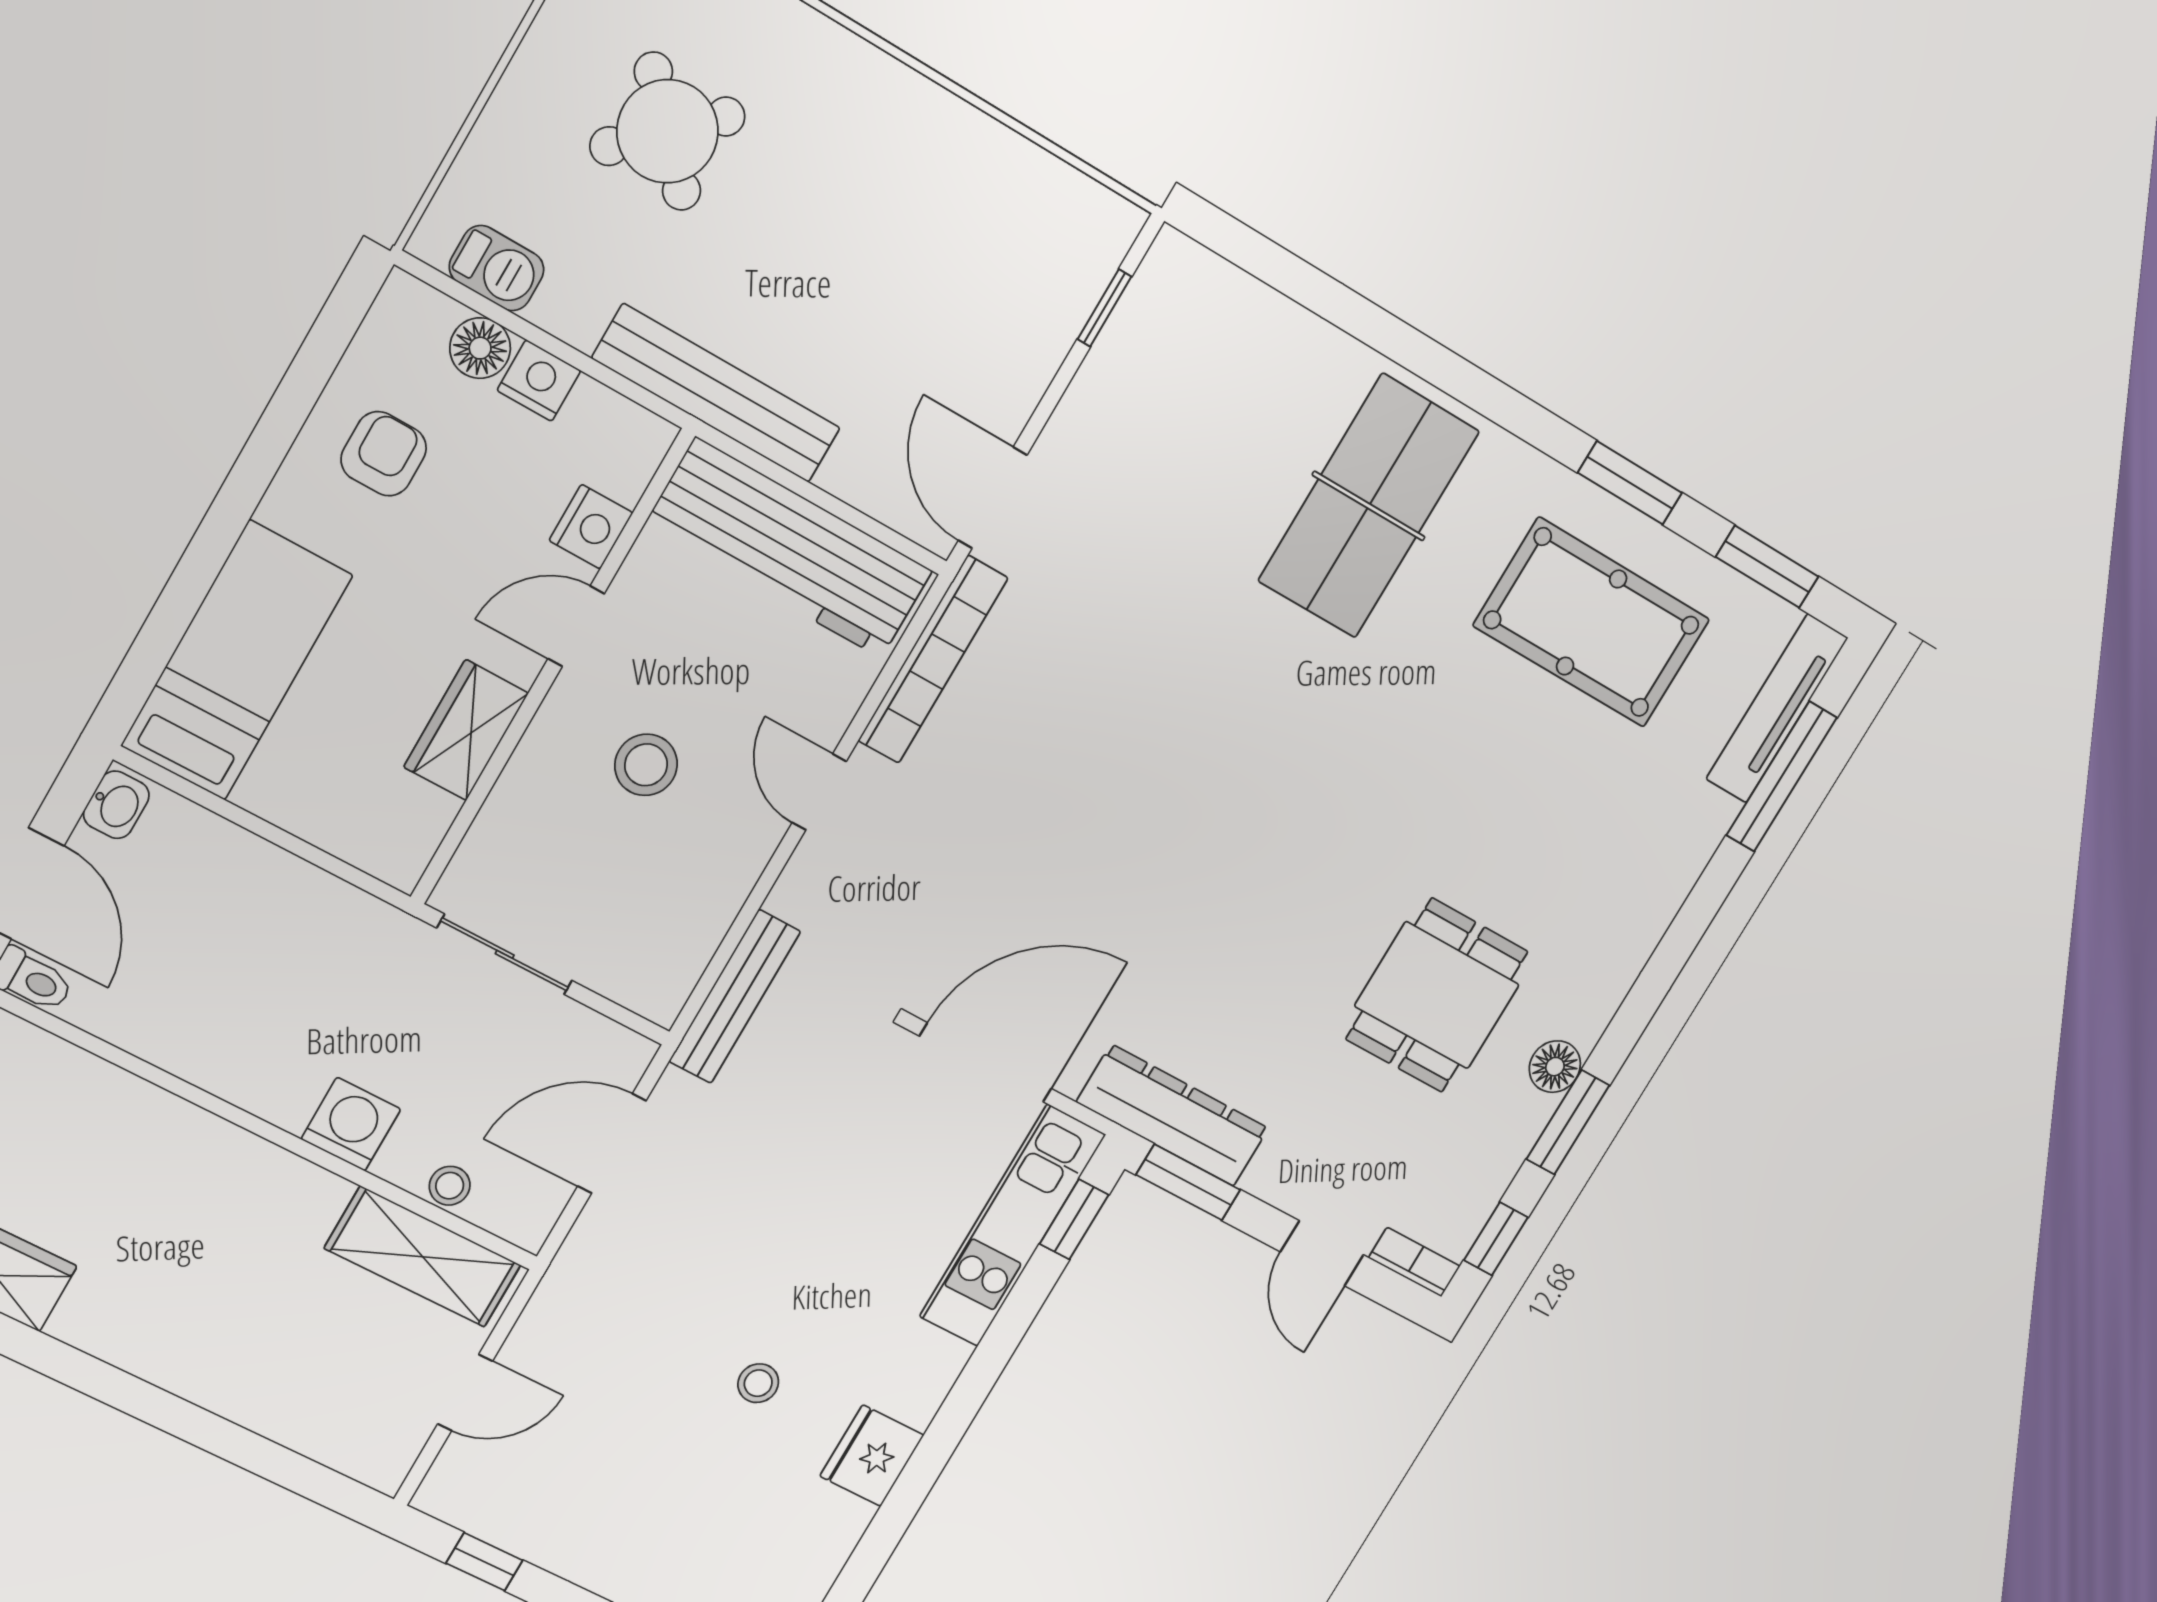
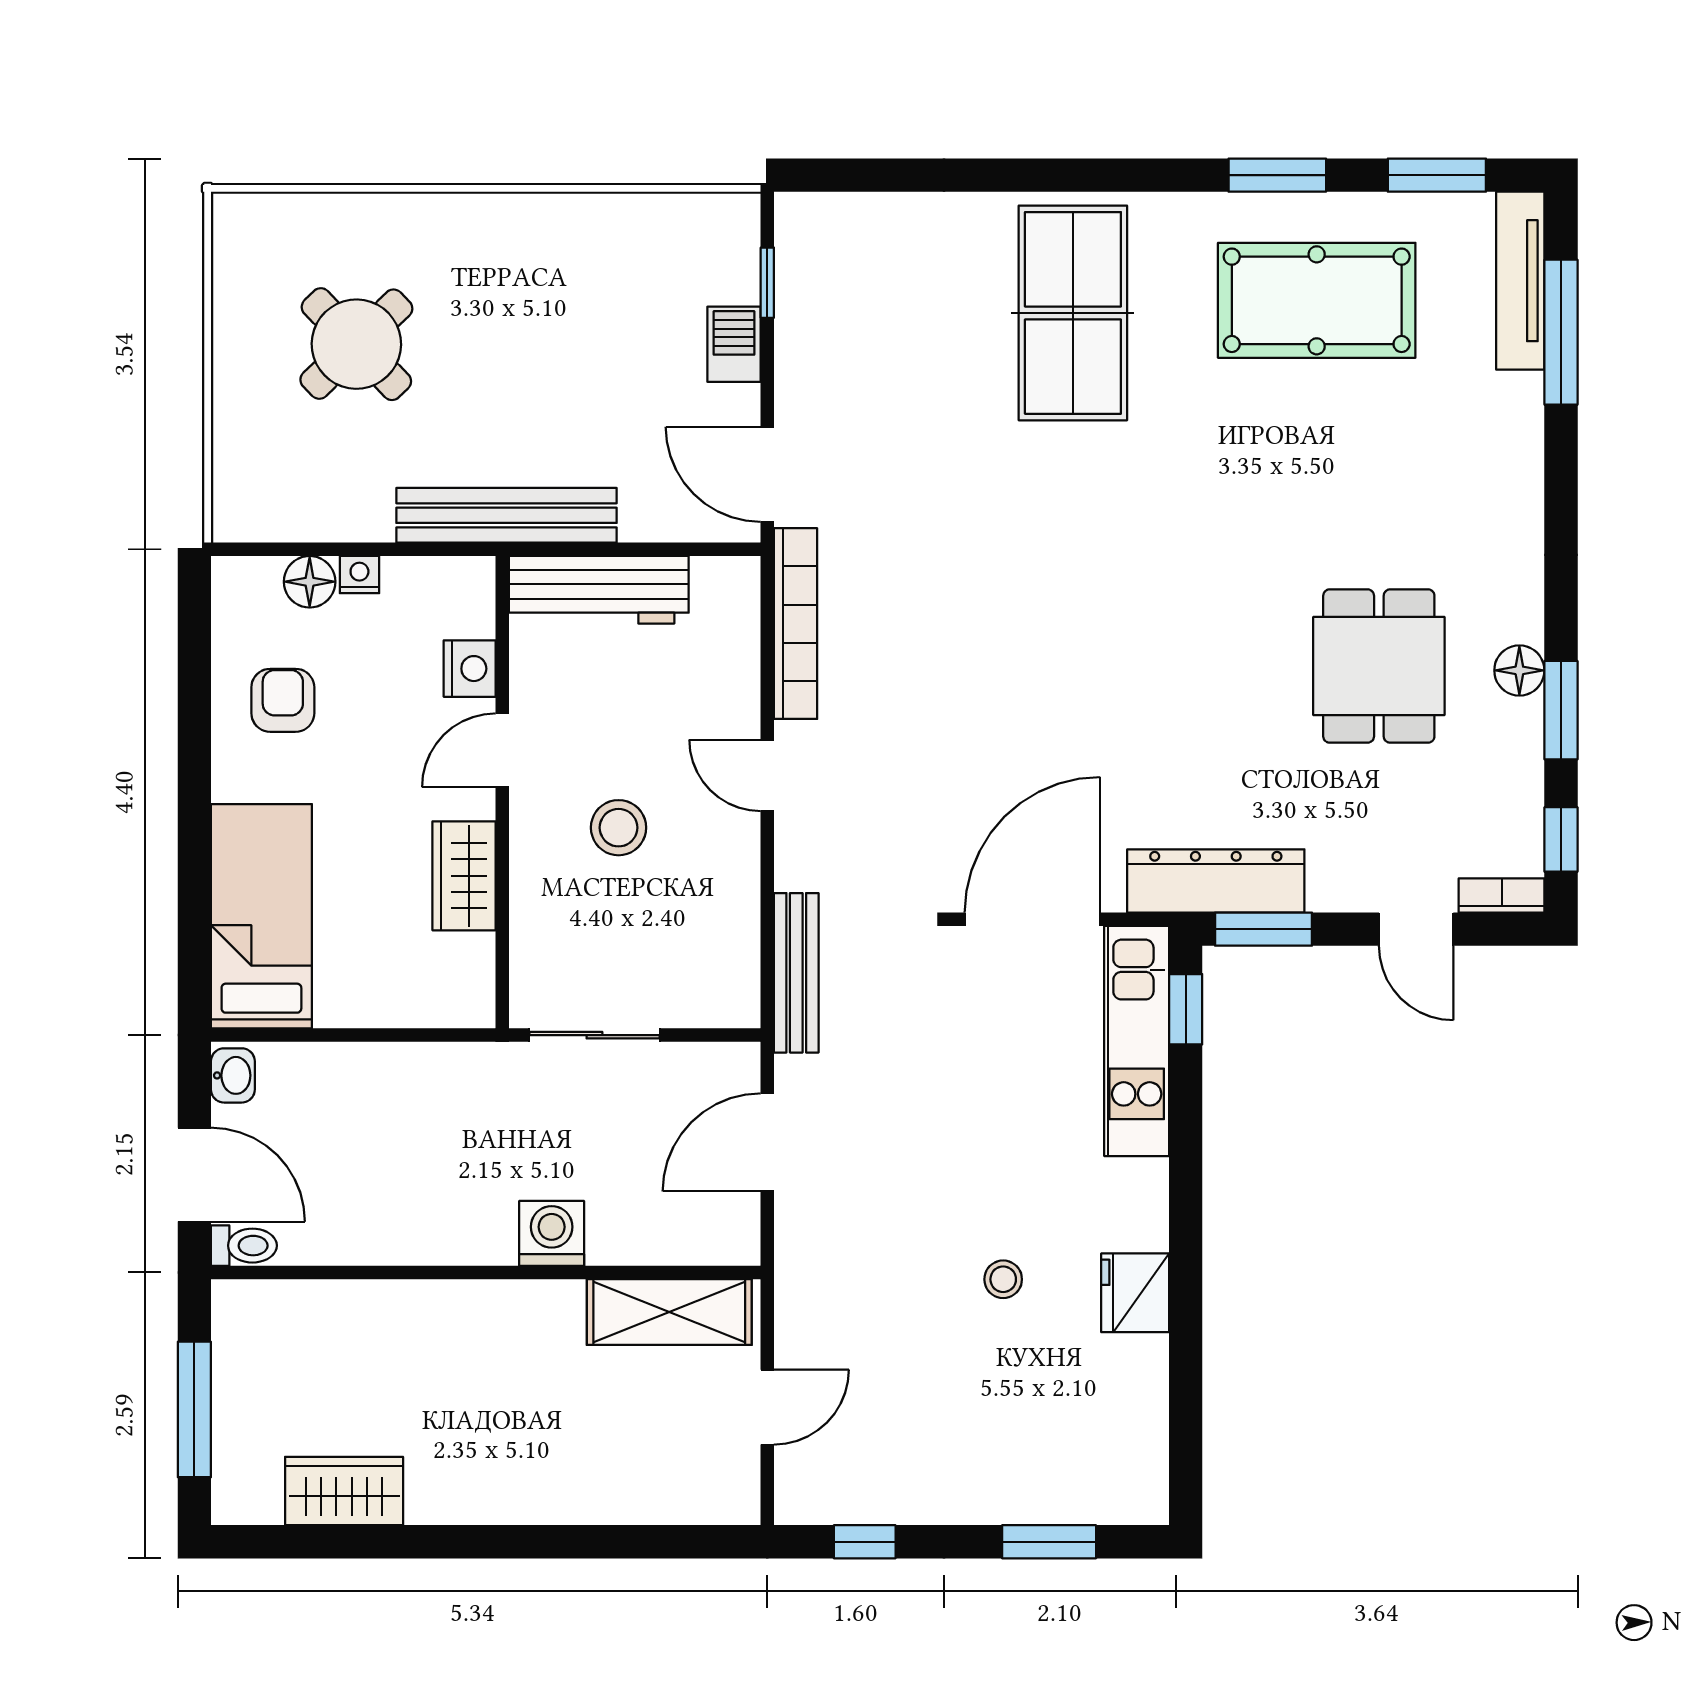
barbecue: (497, 268) -> (734, 344), moved, turned -90
nightstand: (539, 381) -> (359, 575), width x0.72, depth x0.74
workbench: (789, 548) -> (599, 590), width x0.73, depth x0.76
stool: (450, 1186) -> (658, 1243), removed

